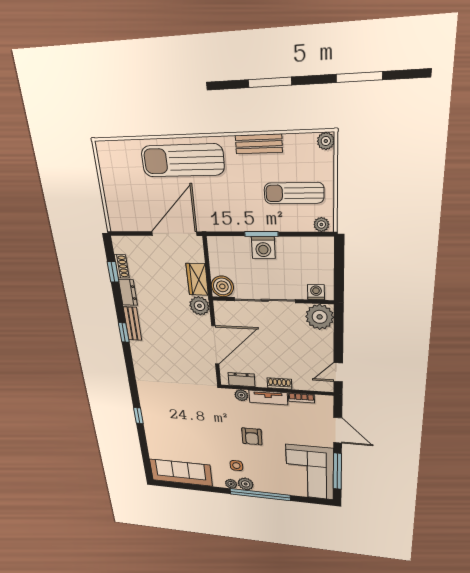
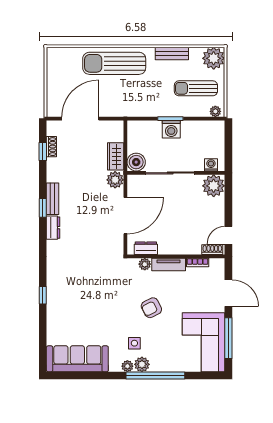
plant: (326, 141) -> (214, 58), width x1.88, depth x1.88
door: (174, 234) -> (80, 119), moved
dresser: (128, 292) -> (53, 228), moved
shoe rack: (279, 384) -> (212, 250), moved
armchair: (252, 436) -> (151, 308), turned 63

